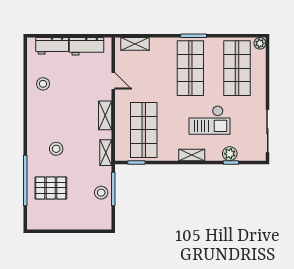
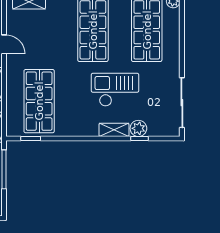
checkout: (209, 120) -> (115, 90), turned 180
shelving: (192, 155) -> (114, 130), moved

